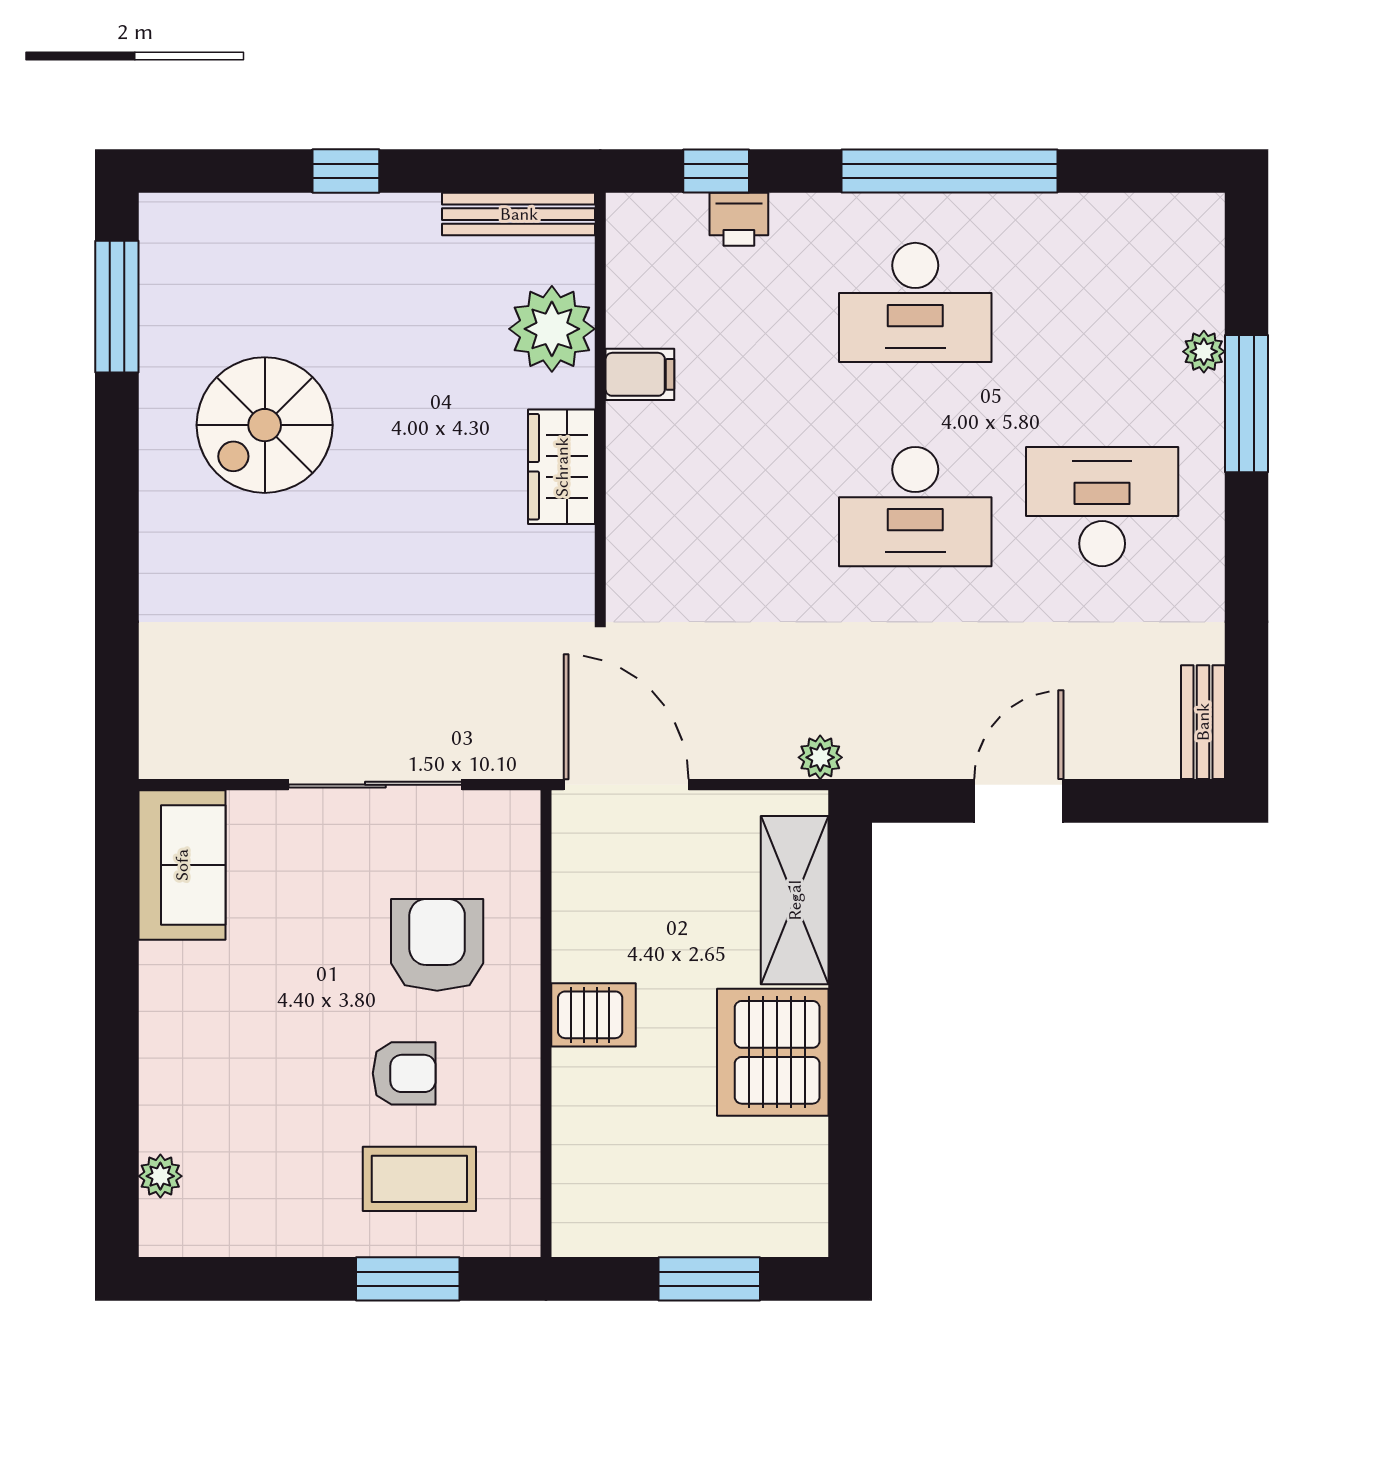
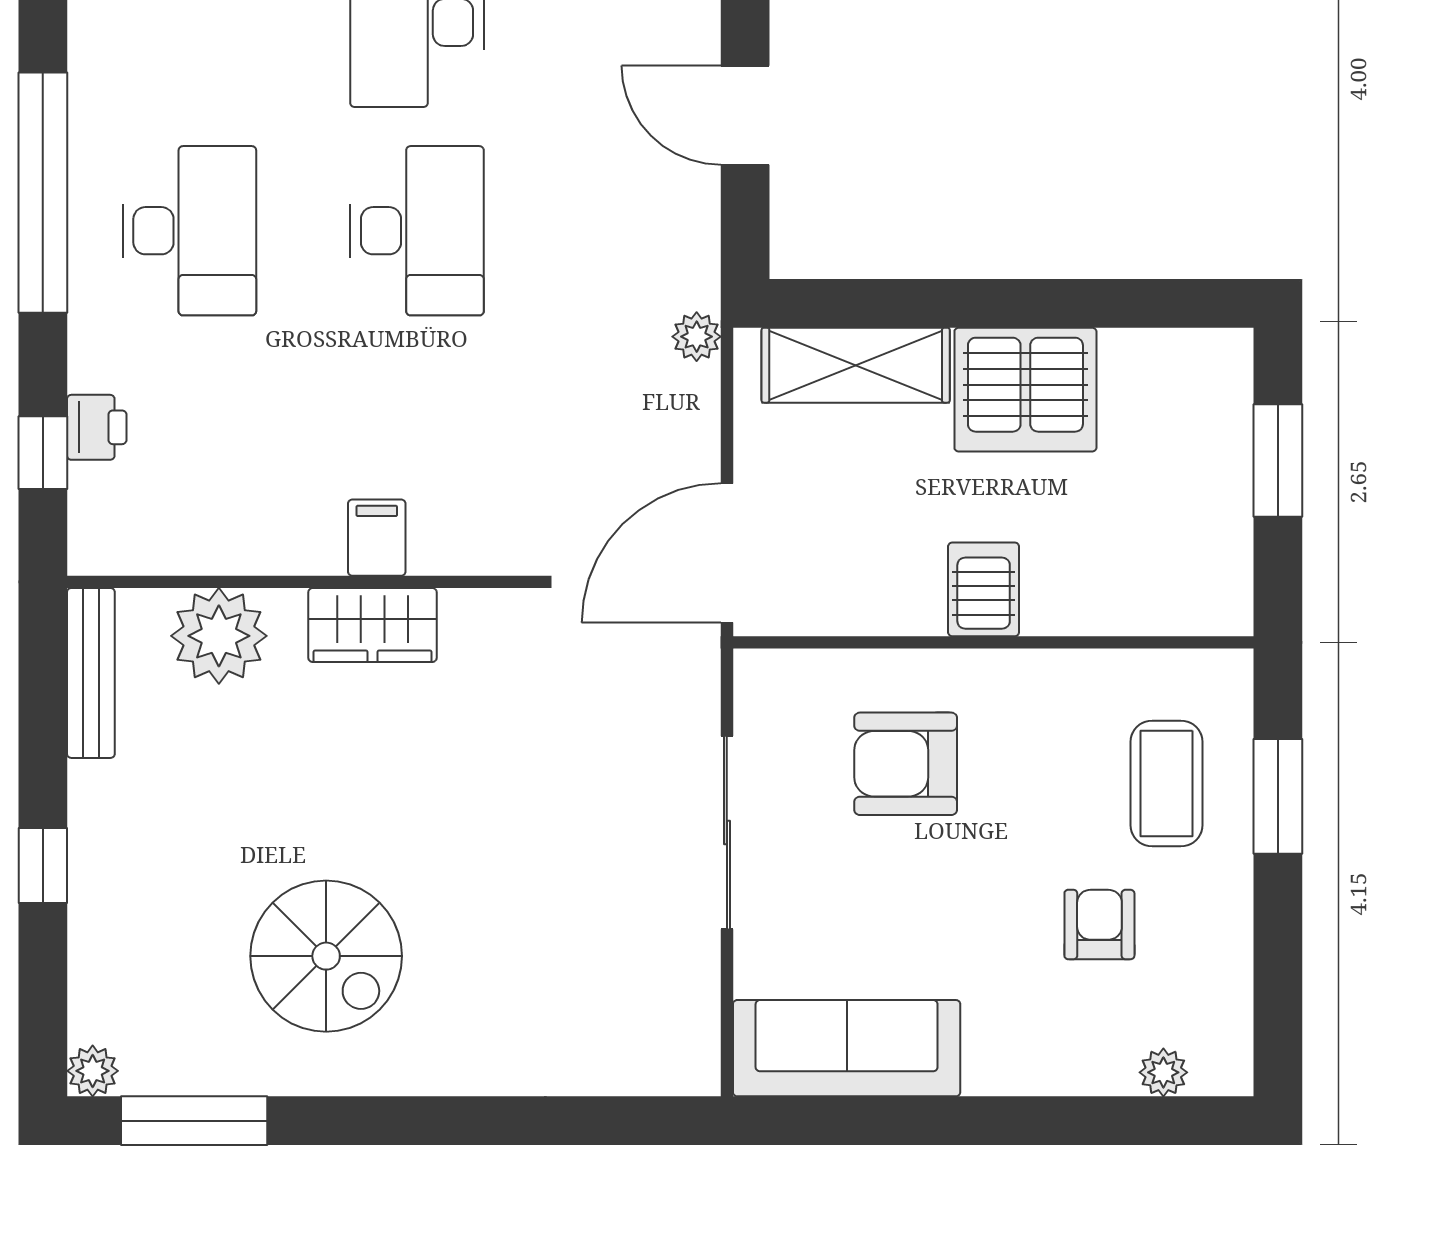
plant: (162, 216) -> (93, 1071), added
filing cabinet: (640, 374) -> (377, 538), moved
sofa: (182, 865) -> (847, 1048), width x1.36
armchair: (404, 1073) -> (1099, 925), moved

